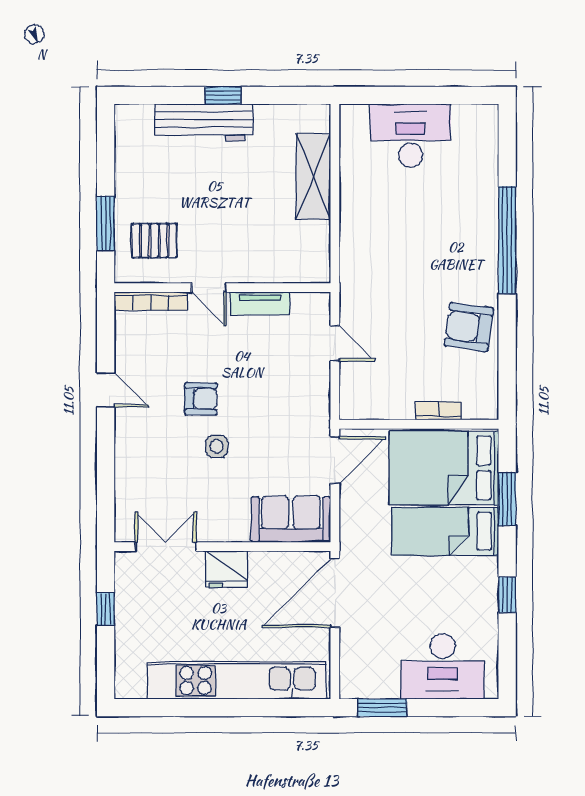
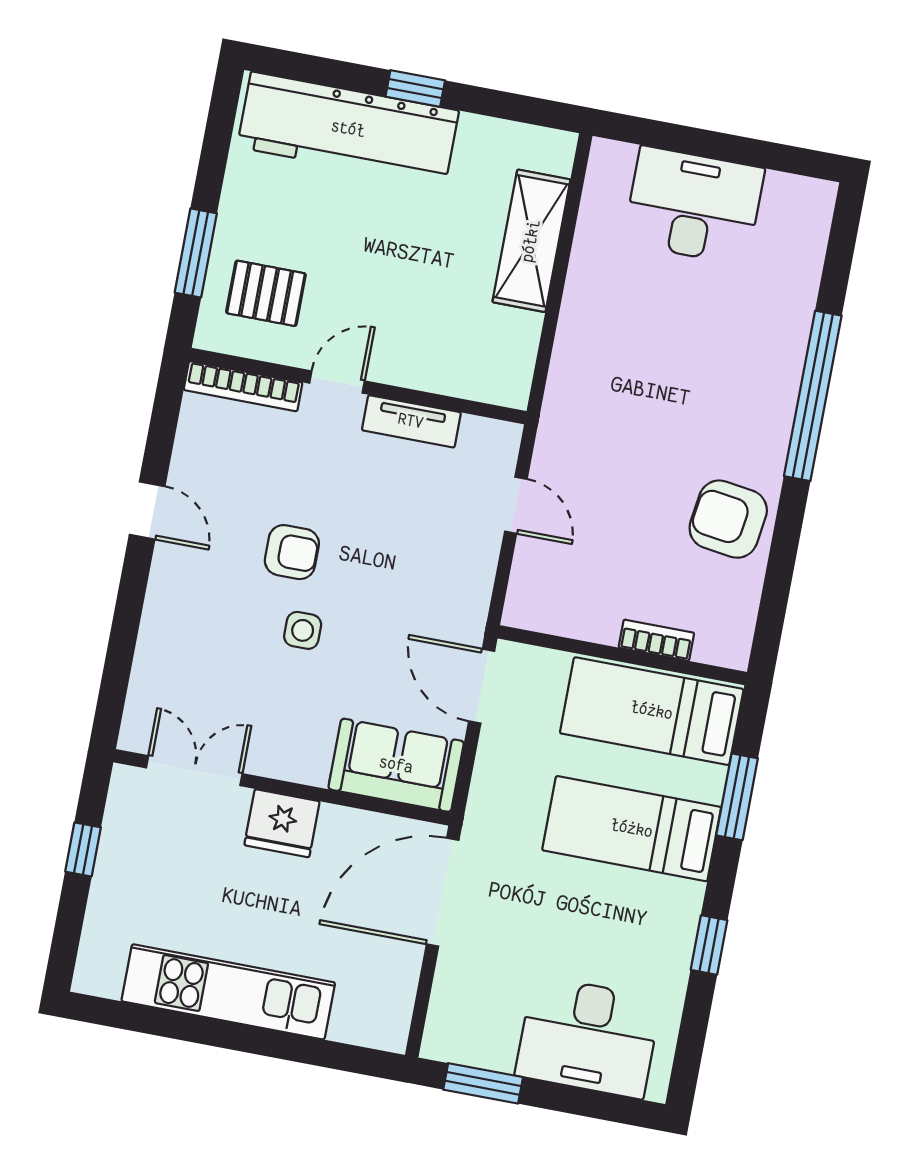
workbench: (204, 122) -> (348, 129), width x1.36, depth x1.32
door: (209, 288) -> (337, 382), swing flipped
door: (335, 460) -> (482, 686), swing flipped
bed: (444, 468) -> (652, 711), width x0.67
kitchen unit: (237, 681) -> (228, 992), width x0.73

